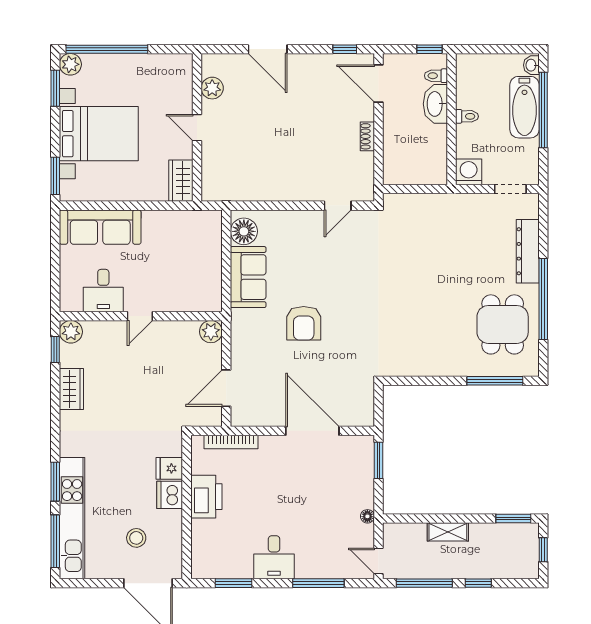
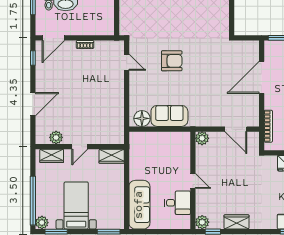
wardrobe: (181, 81) -> (52, 156), added
bed with nightstands: (99, 134) -> (76, 205), width x0.73
armchair: (304, 323) -> (172, 61), moved

